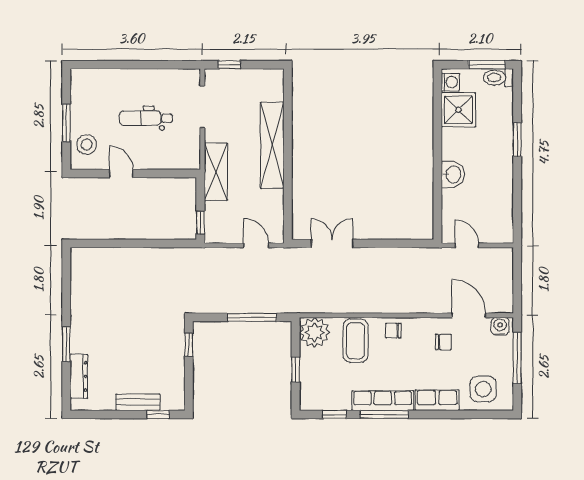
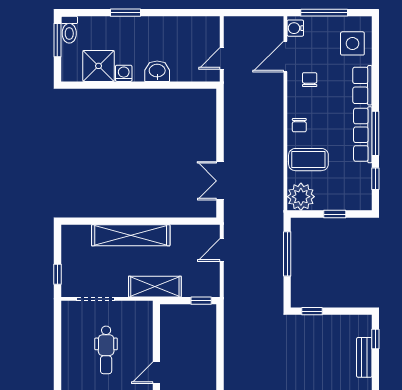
washing machine: (450, 82) -> (124, 73), moved

